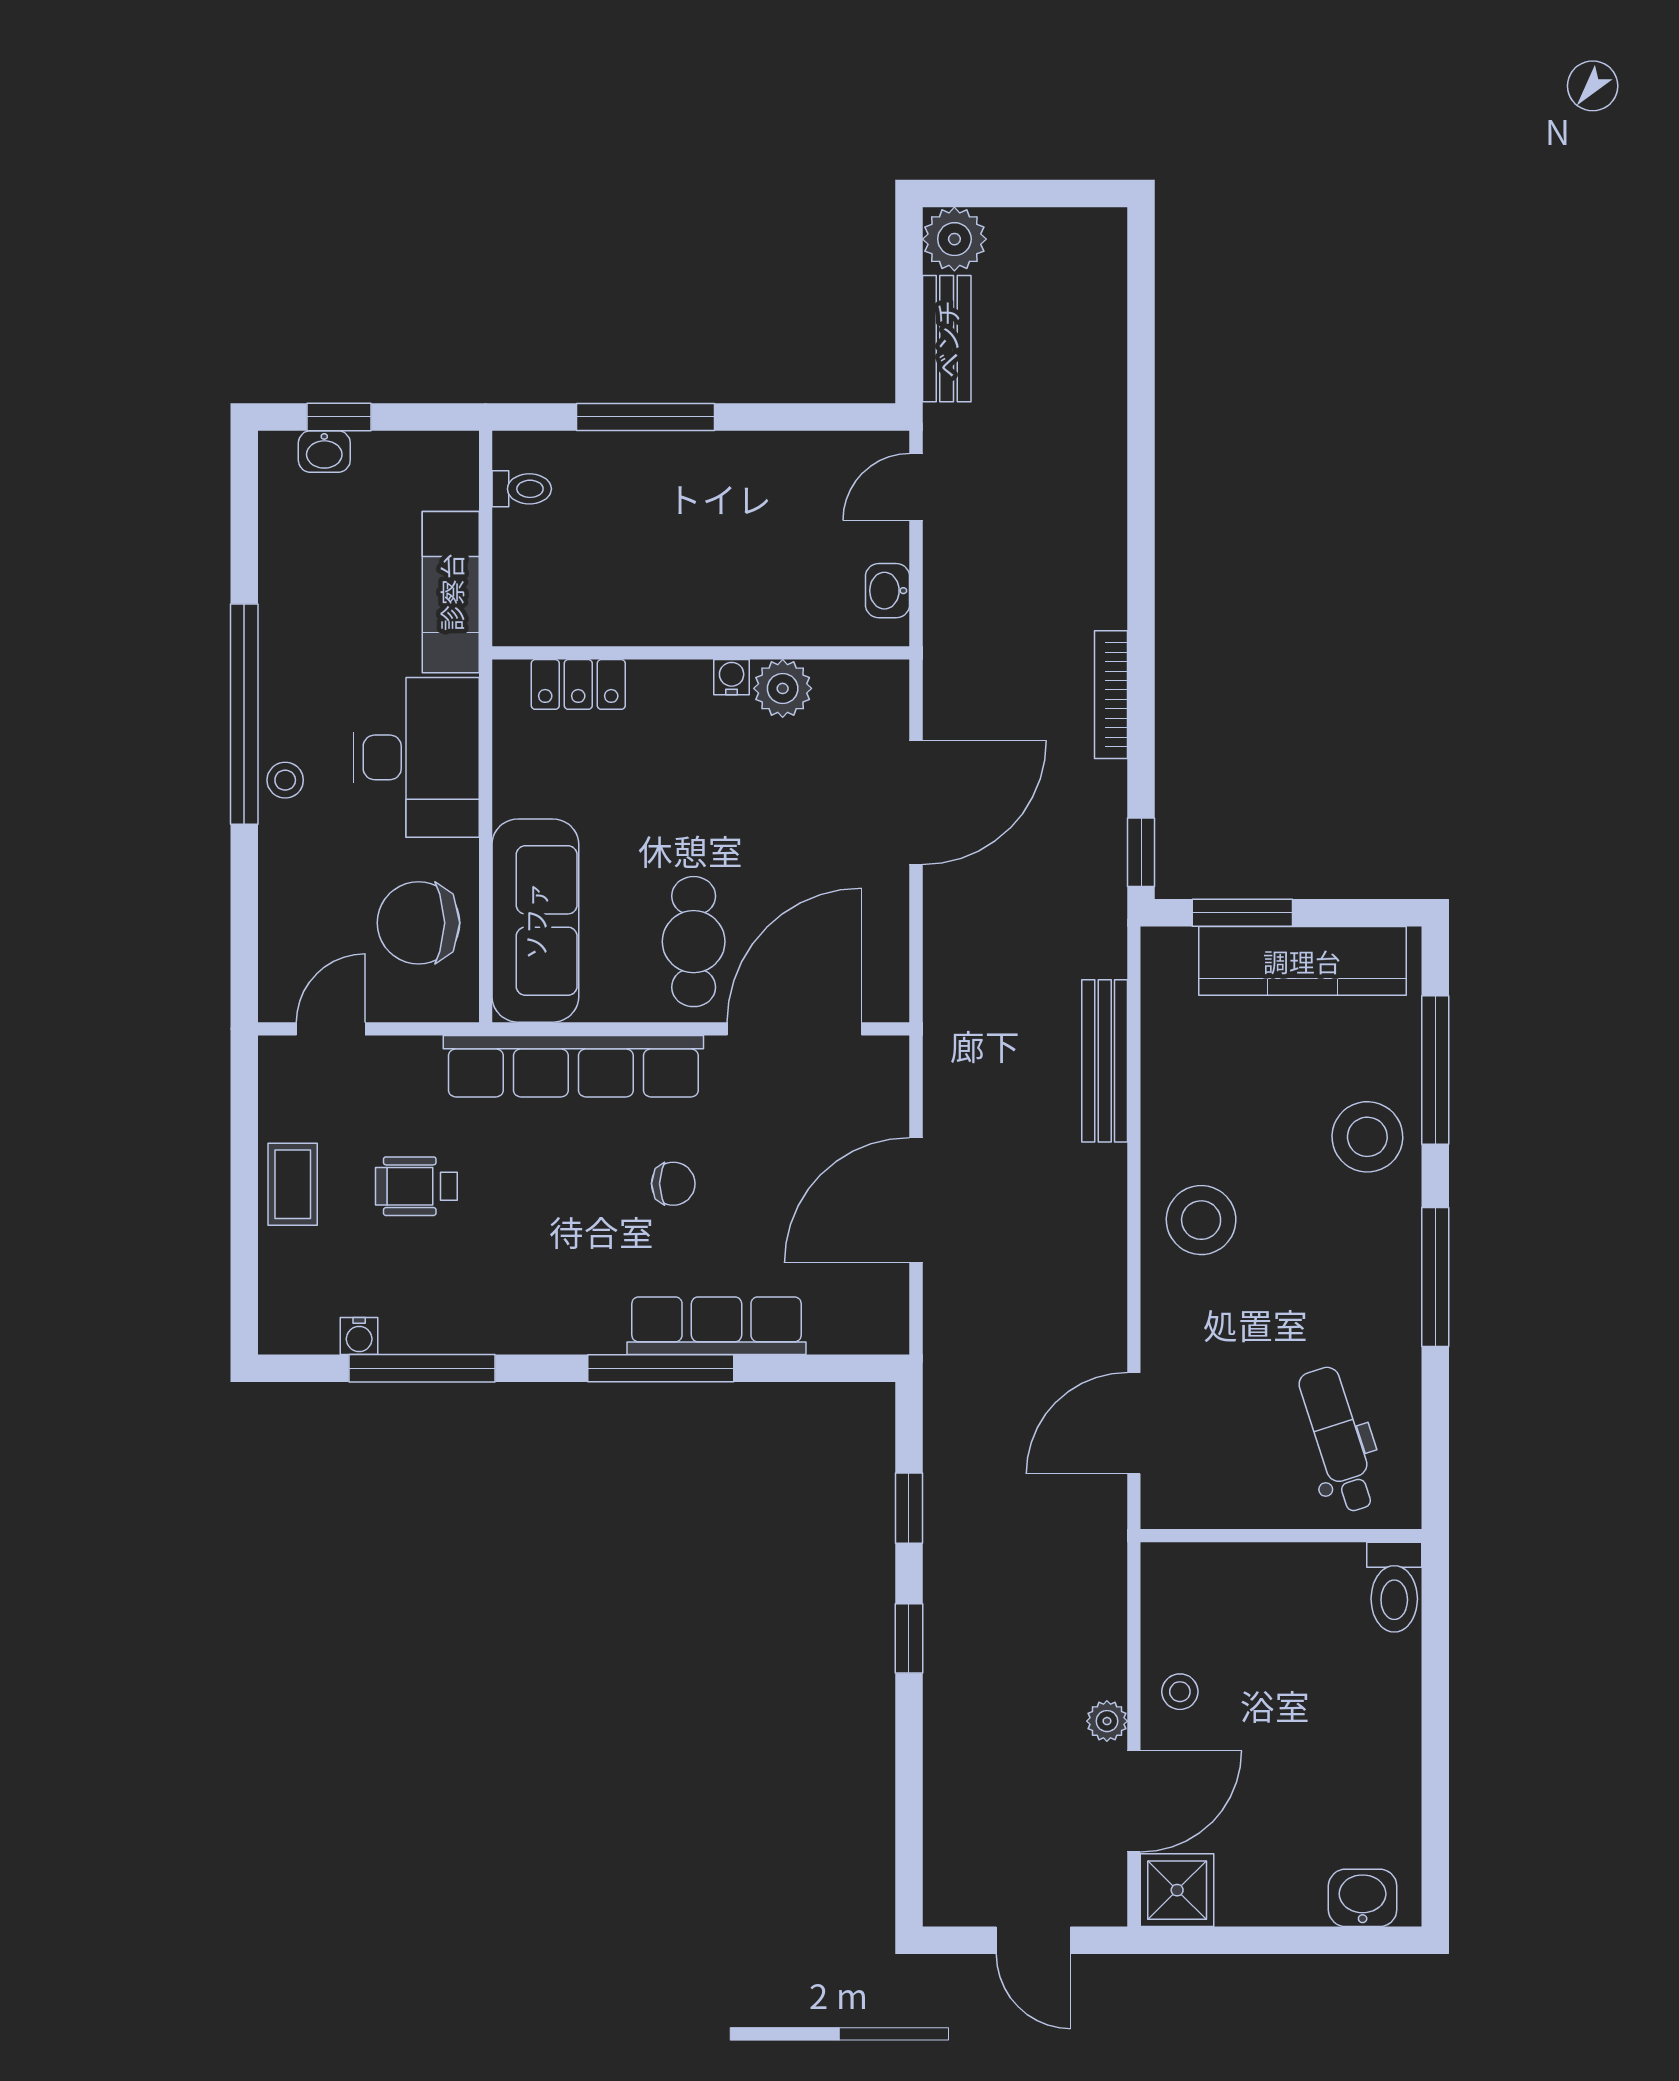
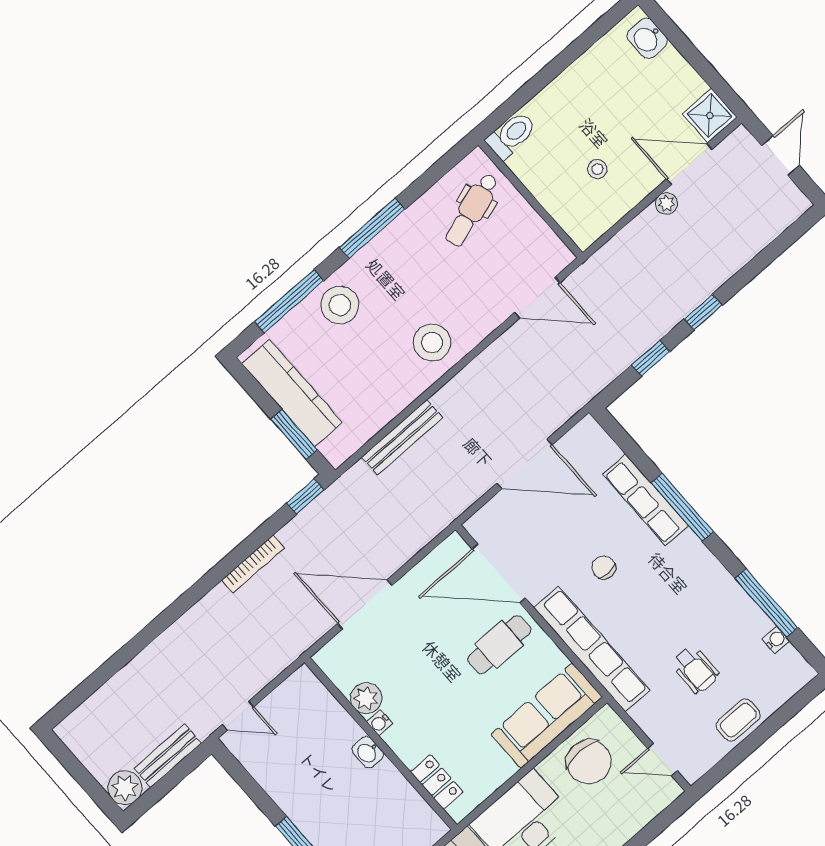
washbasin: (888, 591) -> (368, 752), moved, turned 90
stool: (1180, 1692) -> (597, 169), moved

